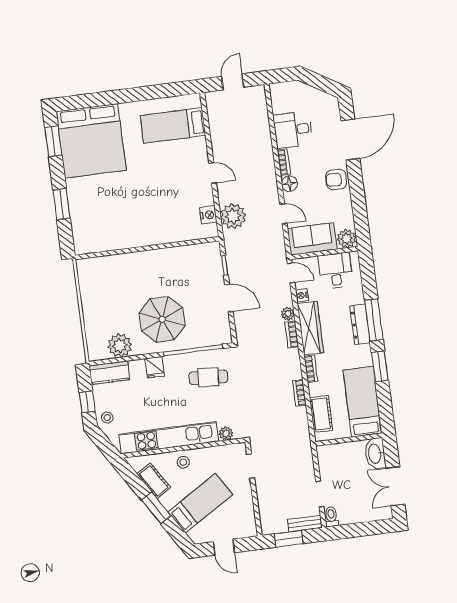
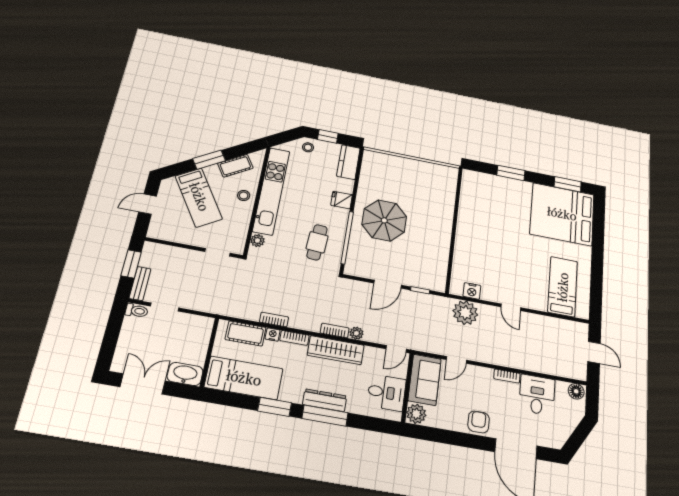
door: (213, 173) -> (511, 307), hinge flipped
floor lamp: (289, 184) -> (576, 391), moved
nightstand: (302, 295) -> (273, 335), moved
plant: (120, 345) -> (371, 178), removed

